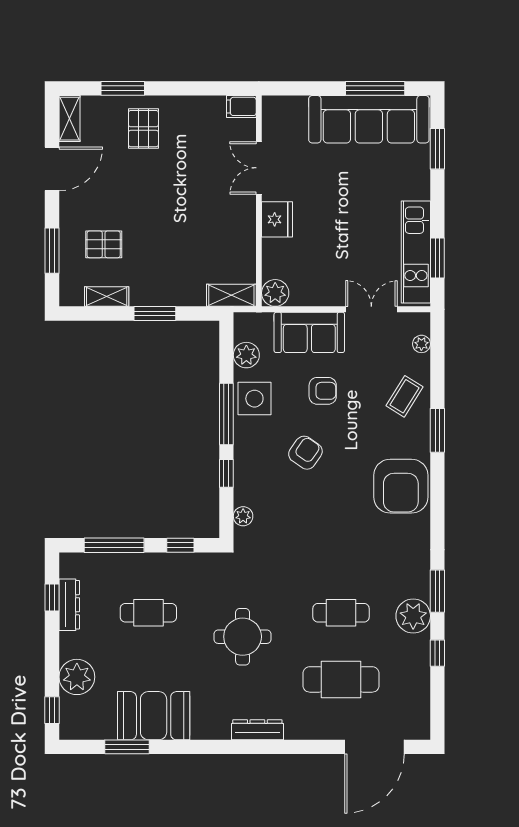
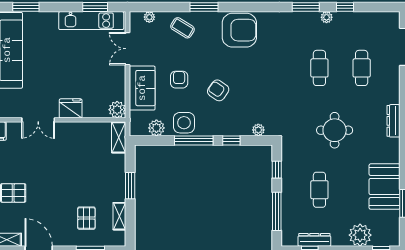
plant: (413, 616) -> (327, 17), width x0.53, depth x0.53
cafe table: (341, 679) -> (362, 68), width x0.73, depth x0.74

